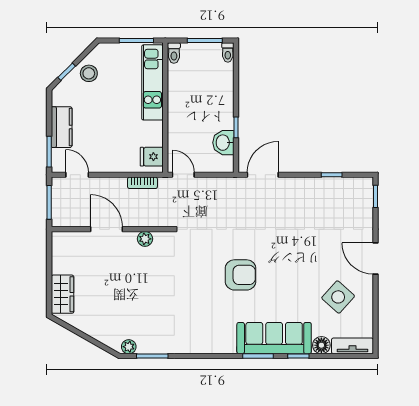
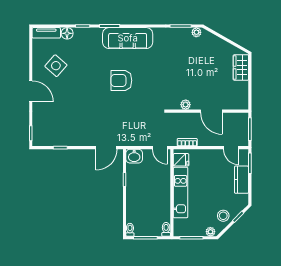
plant: (108, 50) -> (210, 232), added
kitchen unit: (152, 82) -> (181, 193), moved
washbasin: (223, 143) -> (134, 156), moved, turned 90
sofa: (274, 338) -> (128, 38), moved

